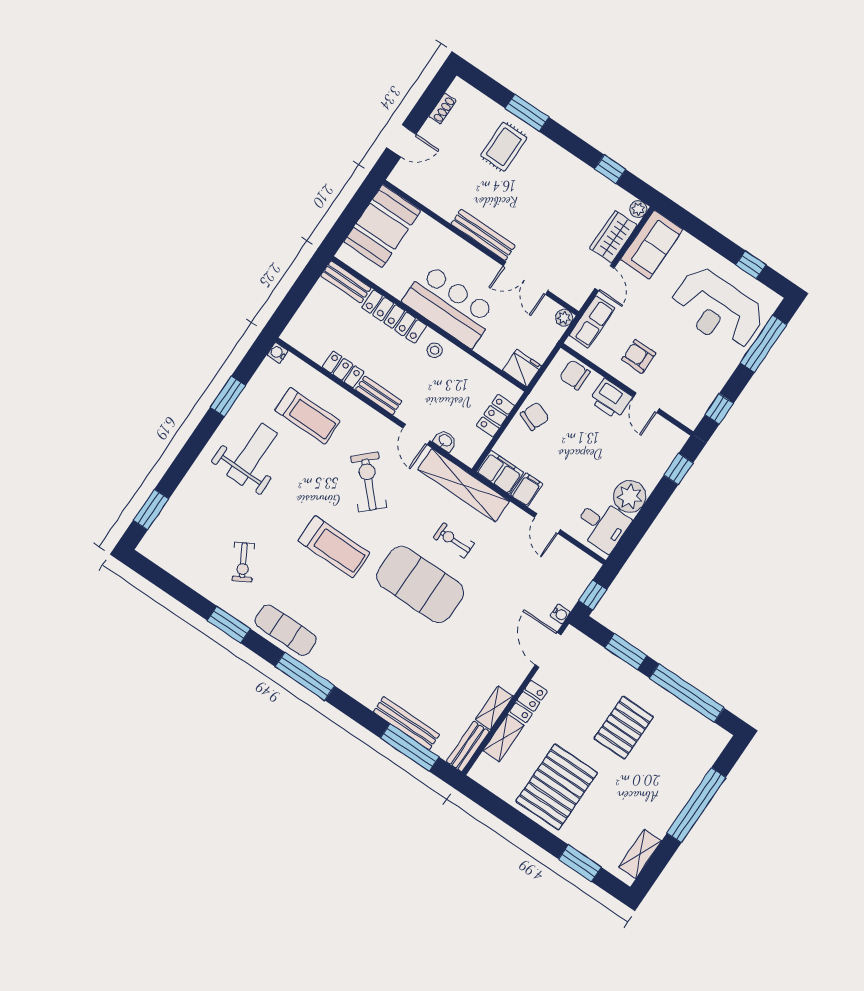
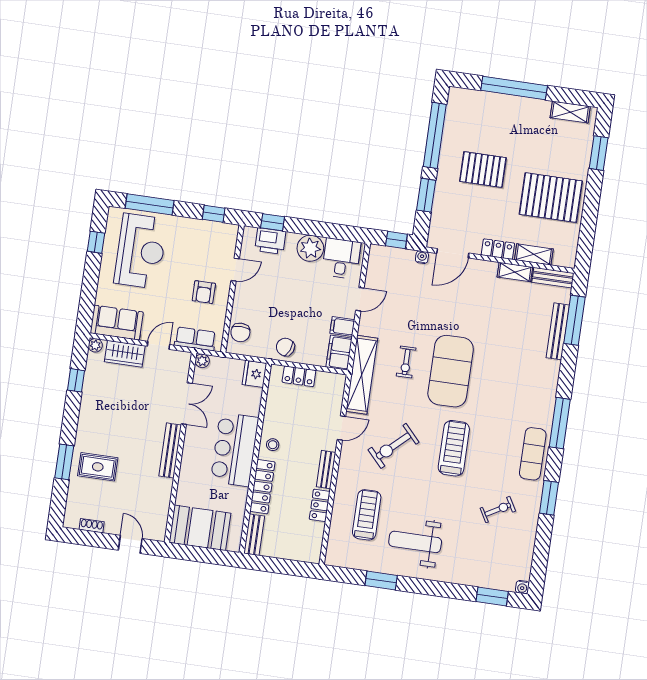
water cooler: (278, 353) -> (522, 587), moved
printer: (611, 399) -> (270, 241), moved, turned 90
washbasin: (445, 441) -> (336, 404), removed

